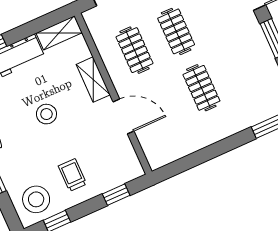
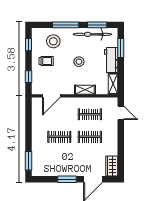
door: (123, 116) -> (51, 96), moved
stool: (36, 199) -> (53, 41), moved

